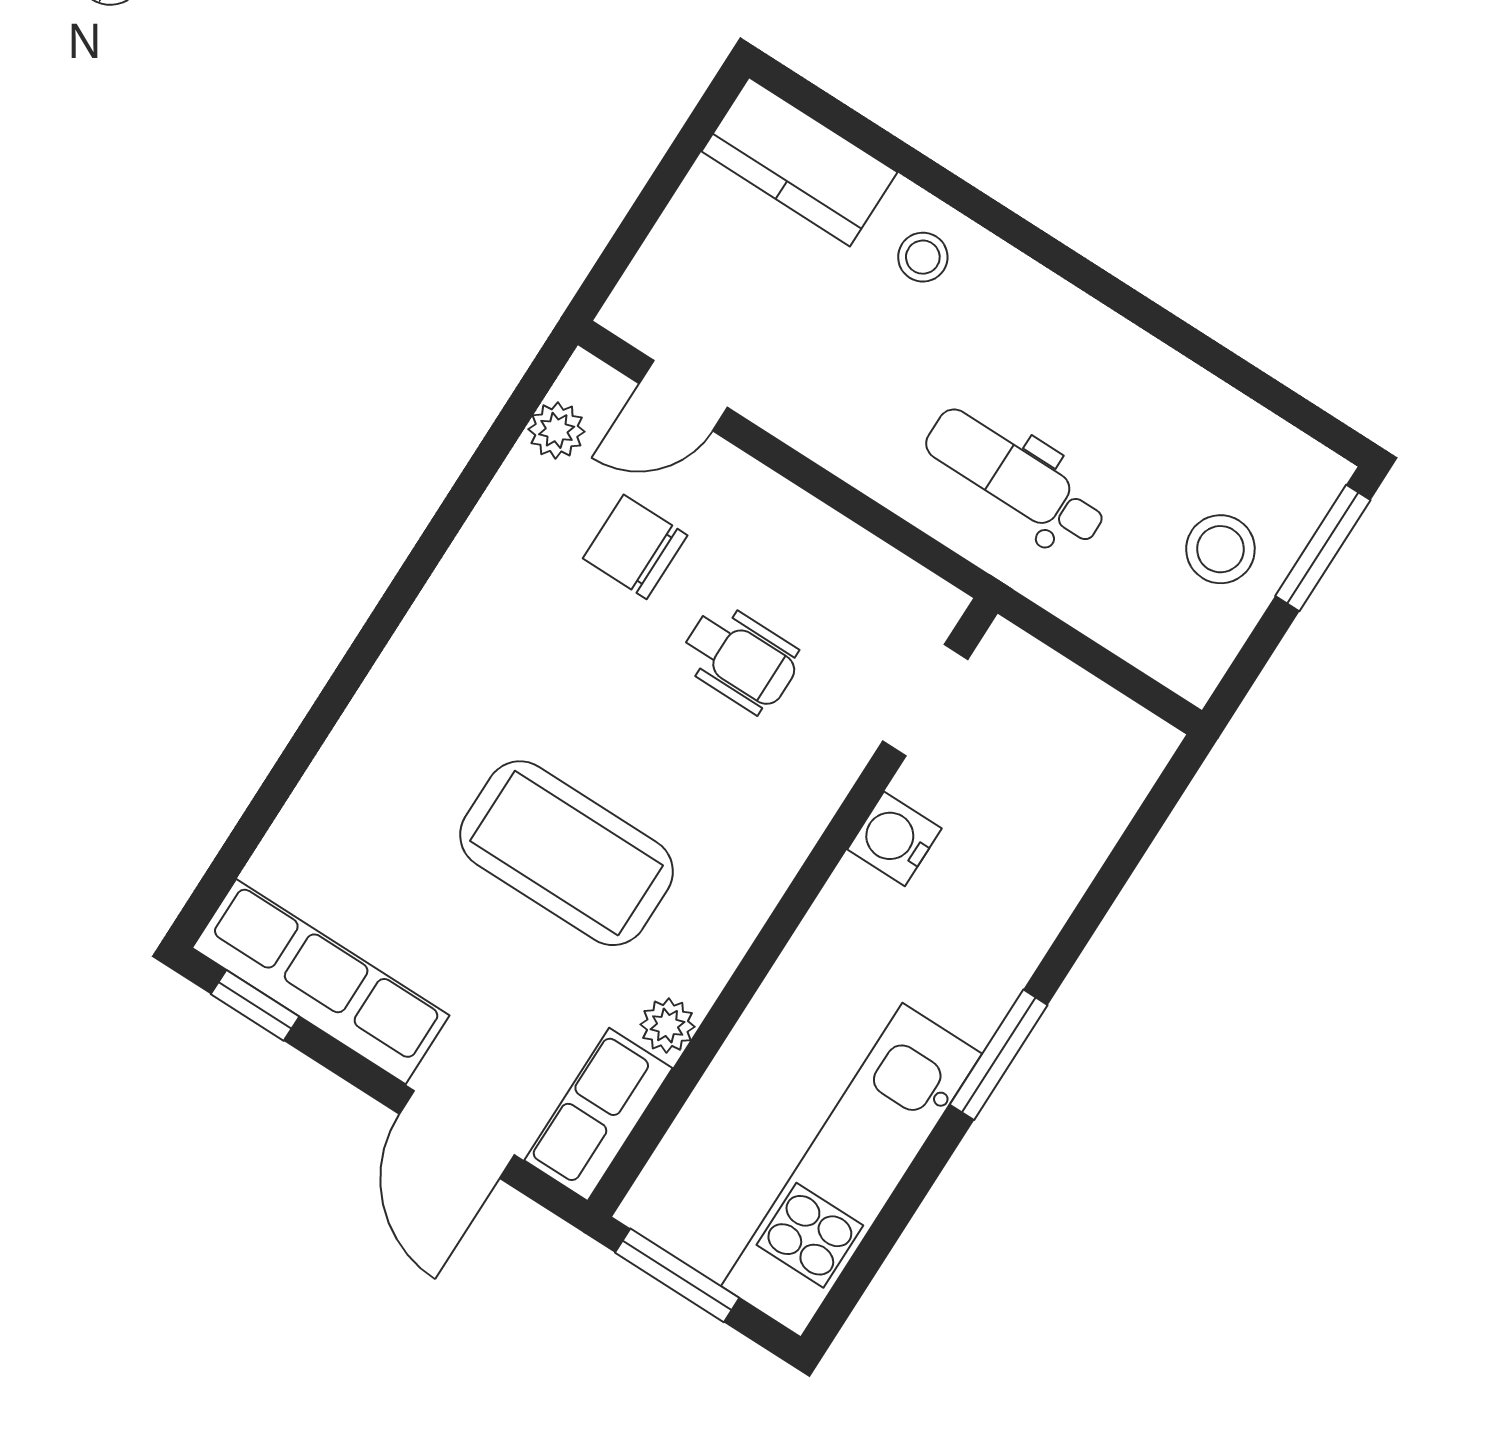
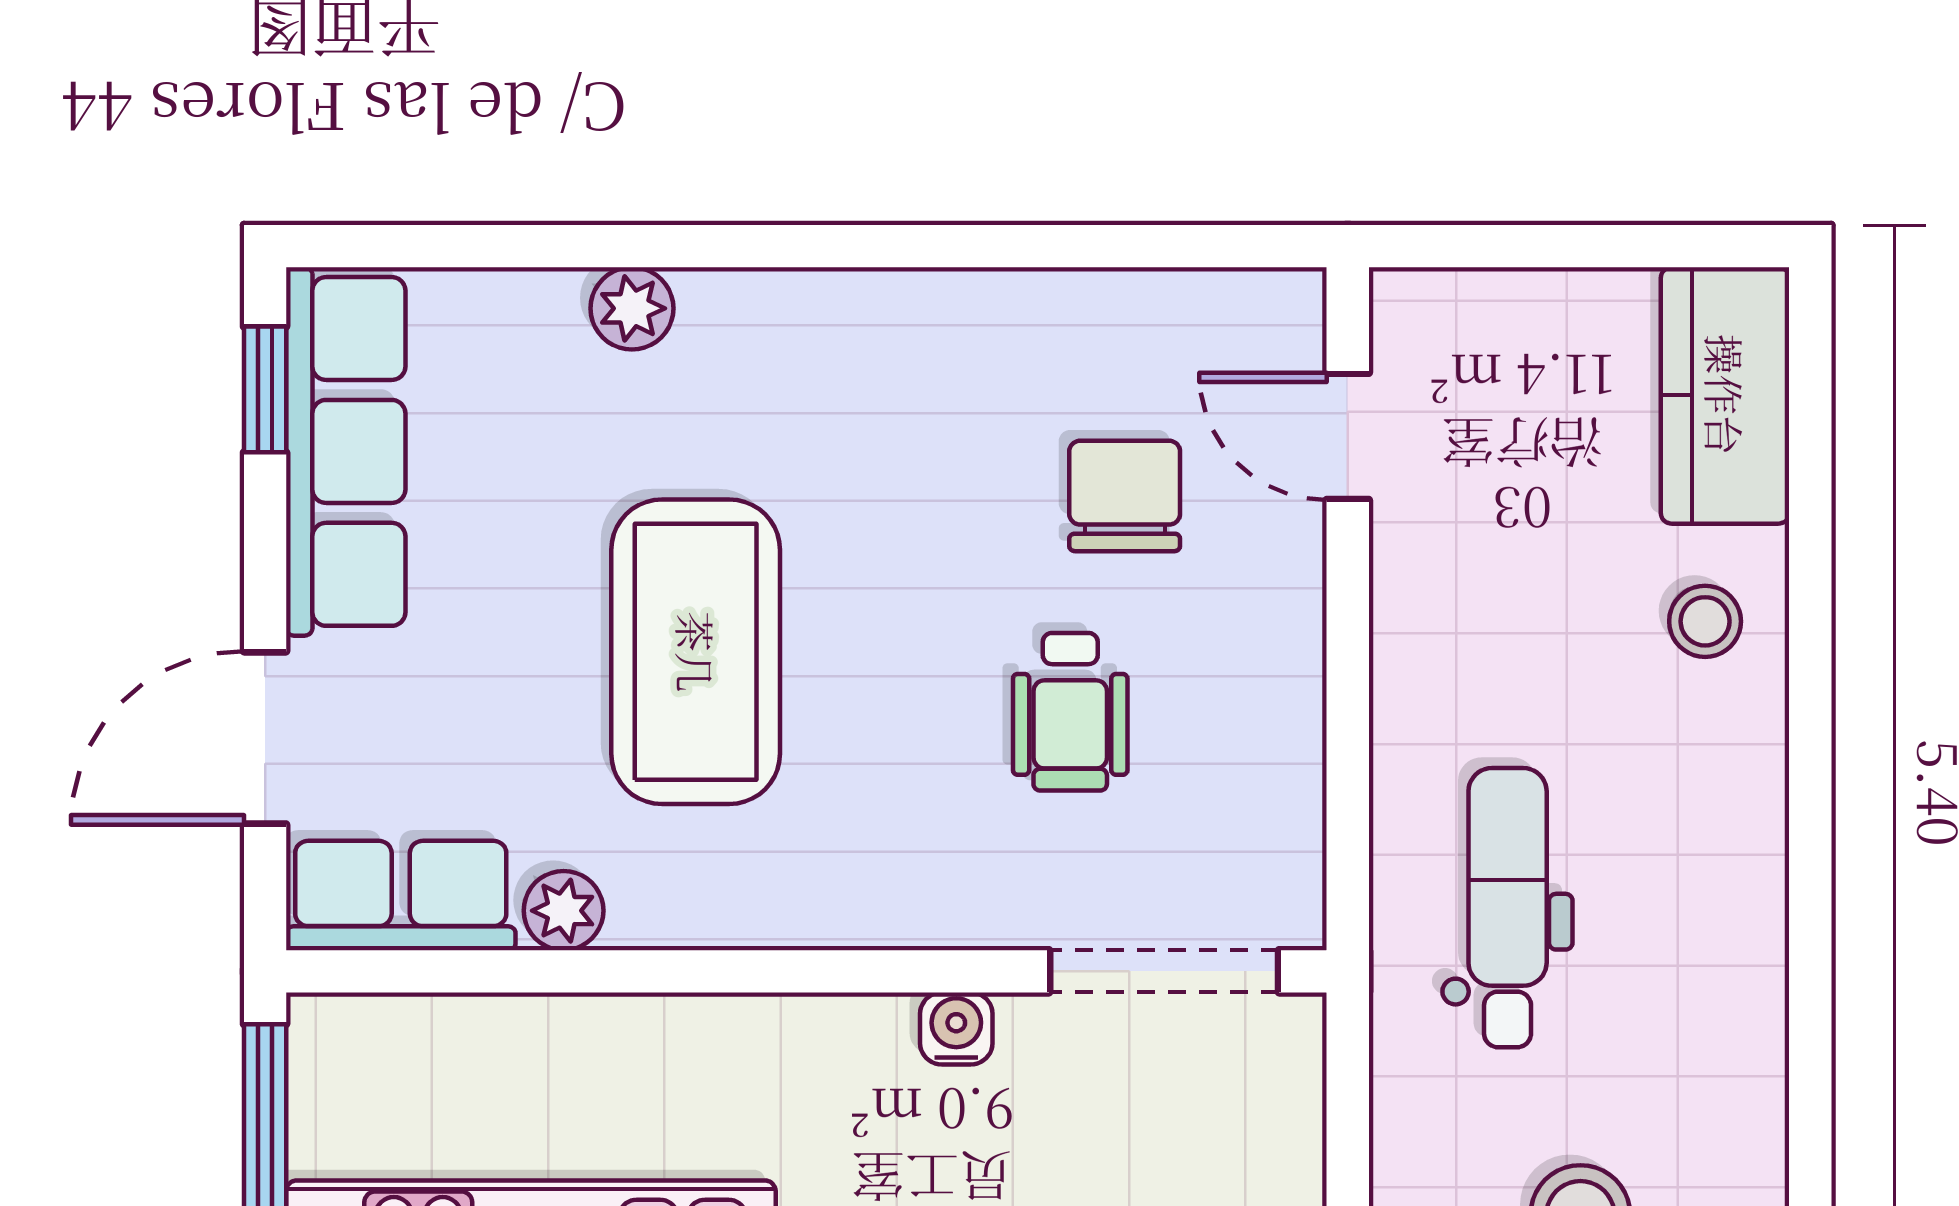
plant: (557, 430) -> (632, 308), moved
doorway: (925, 700) -> (1164, 971), width x1.38
water cooler: (894, 839) -> (956, 1028), width x0.72, depth x0.72

